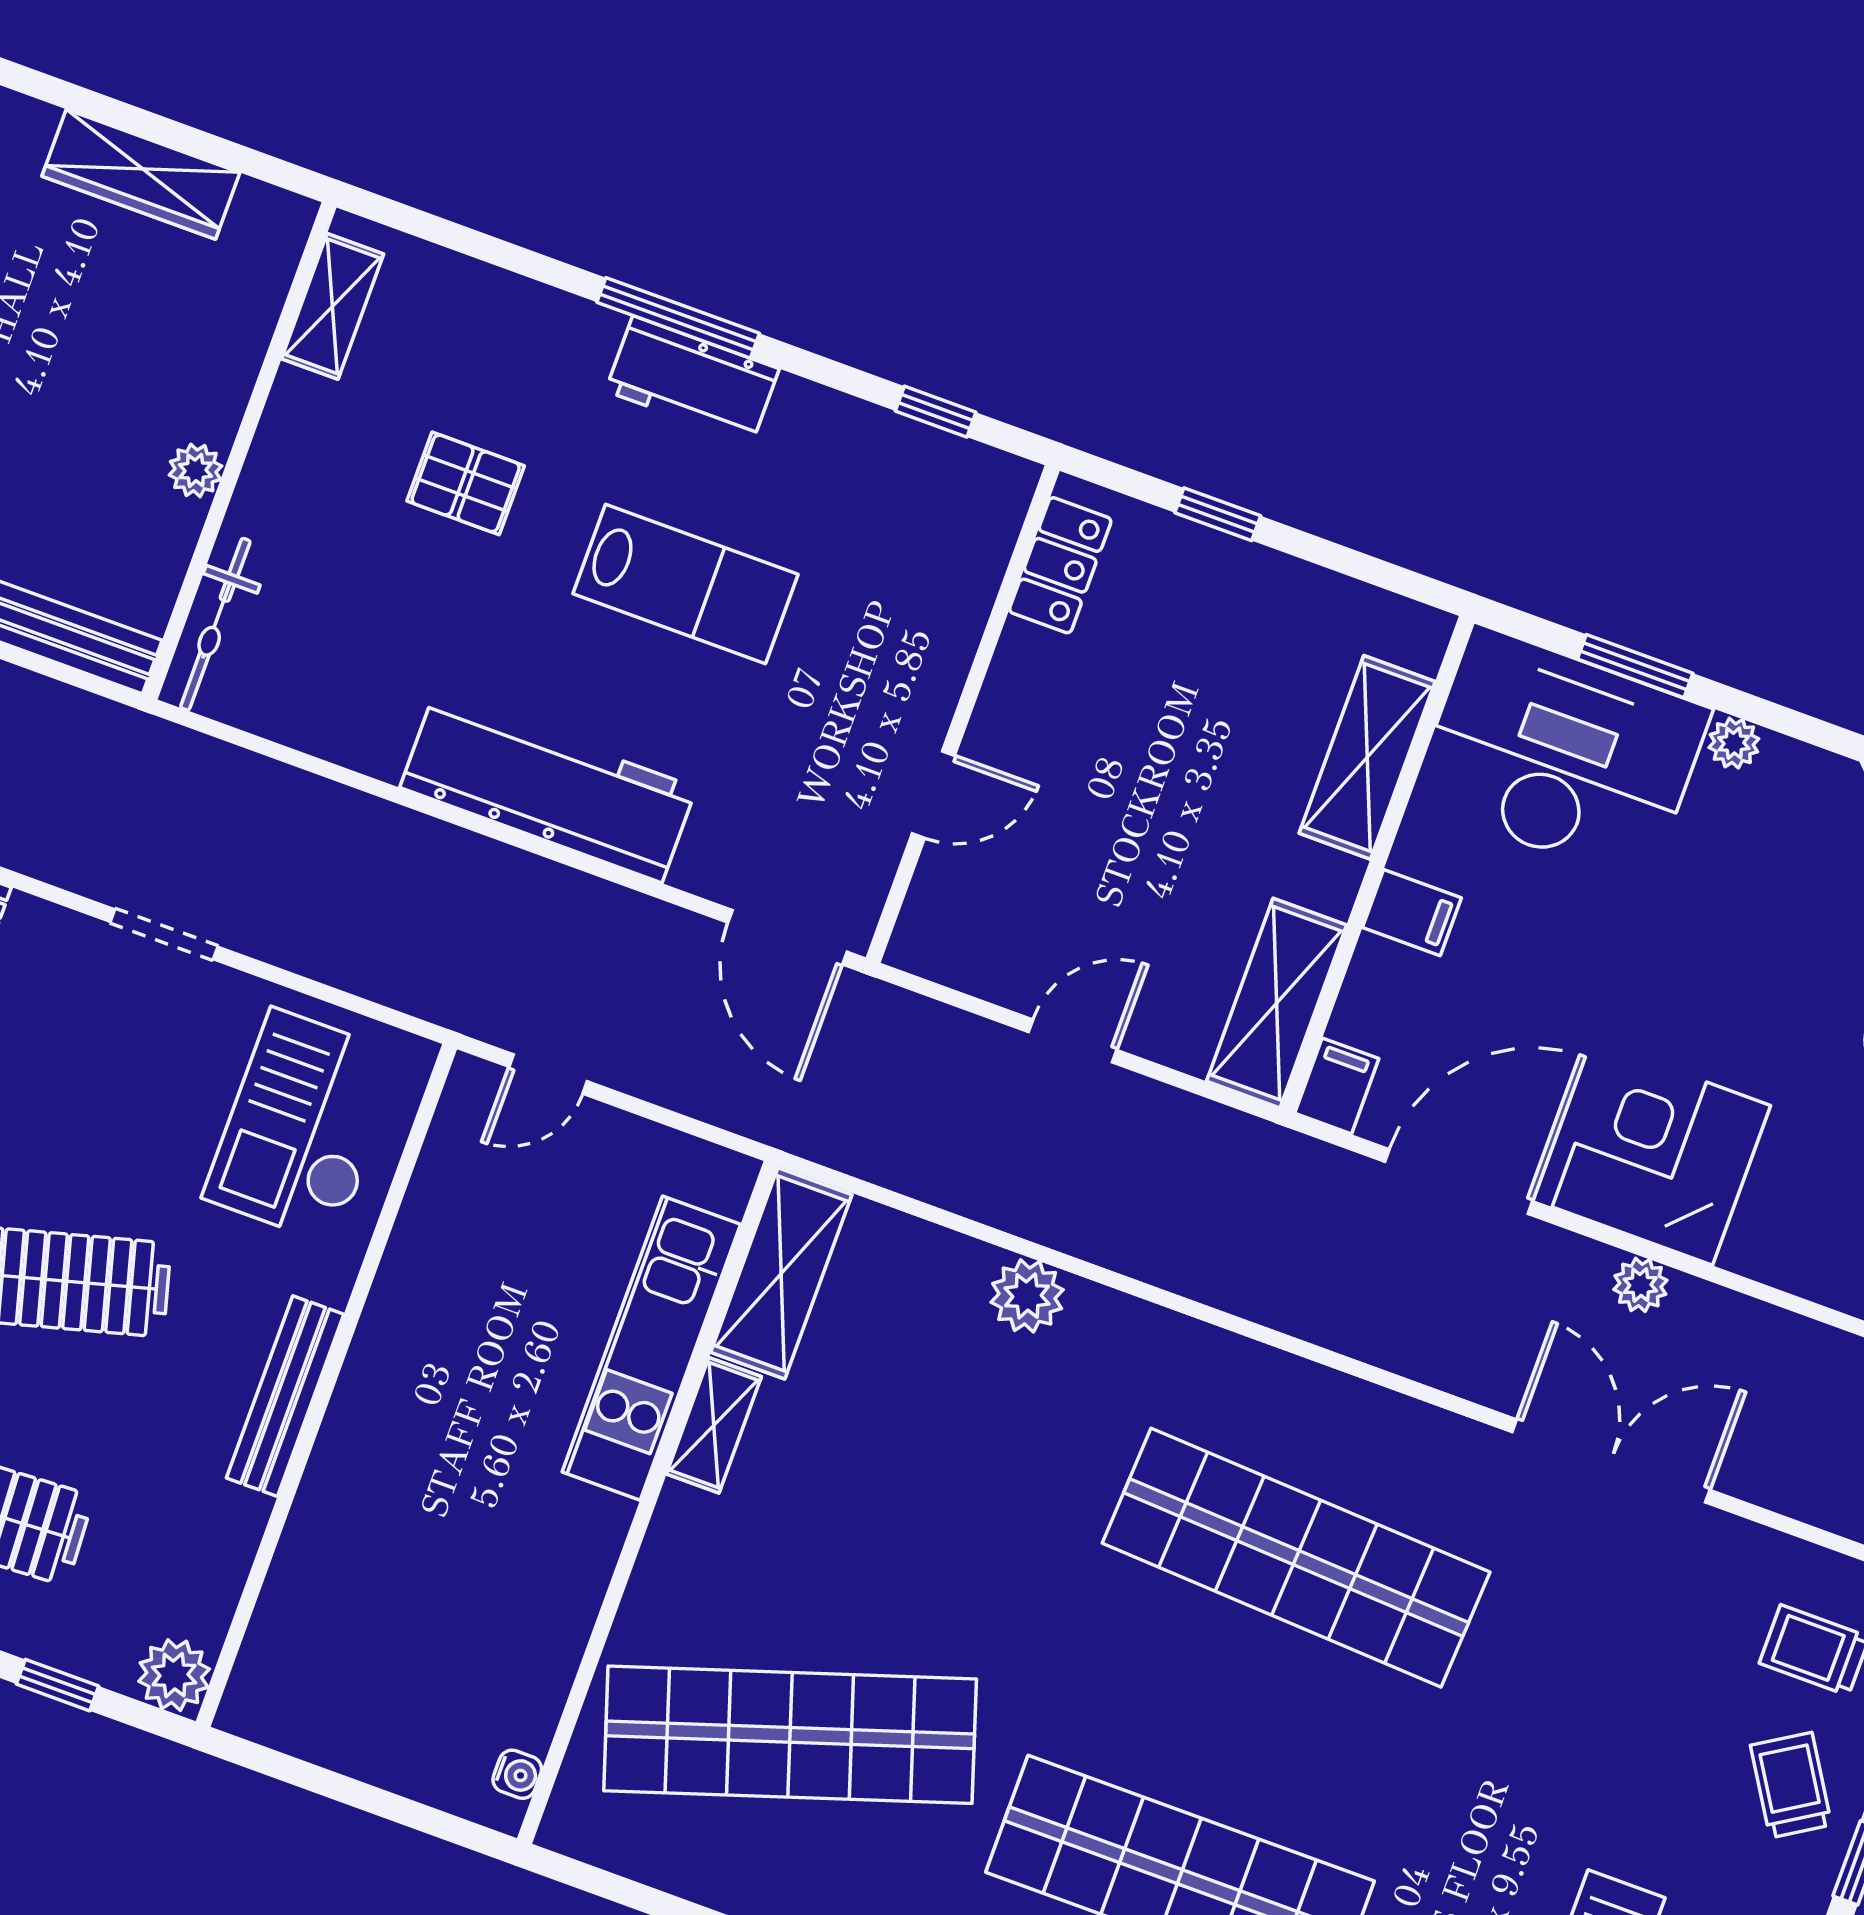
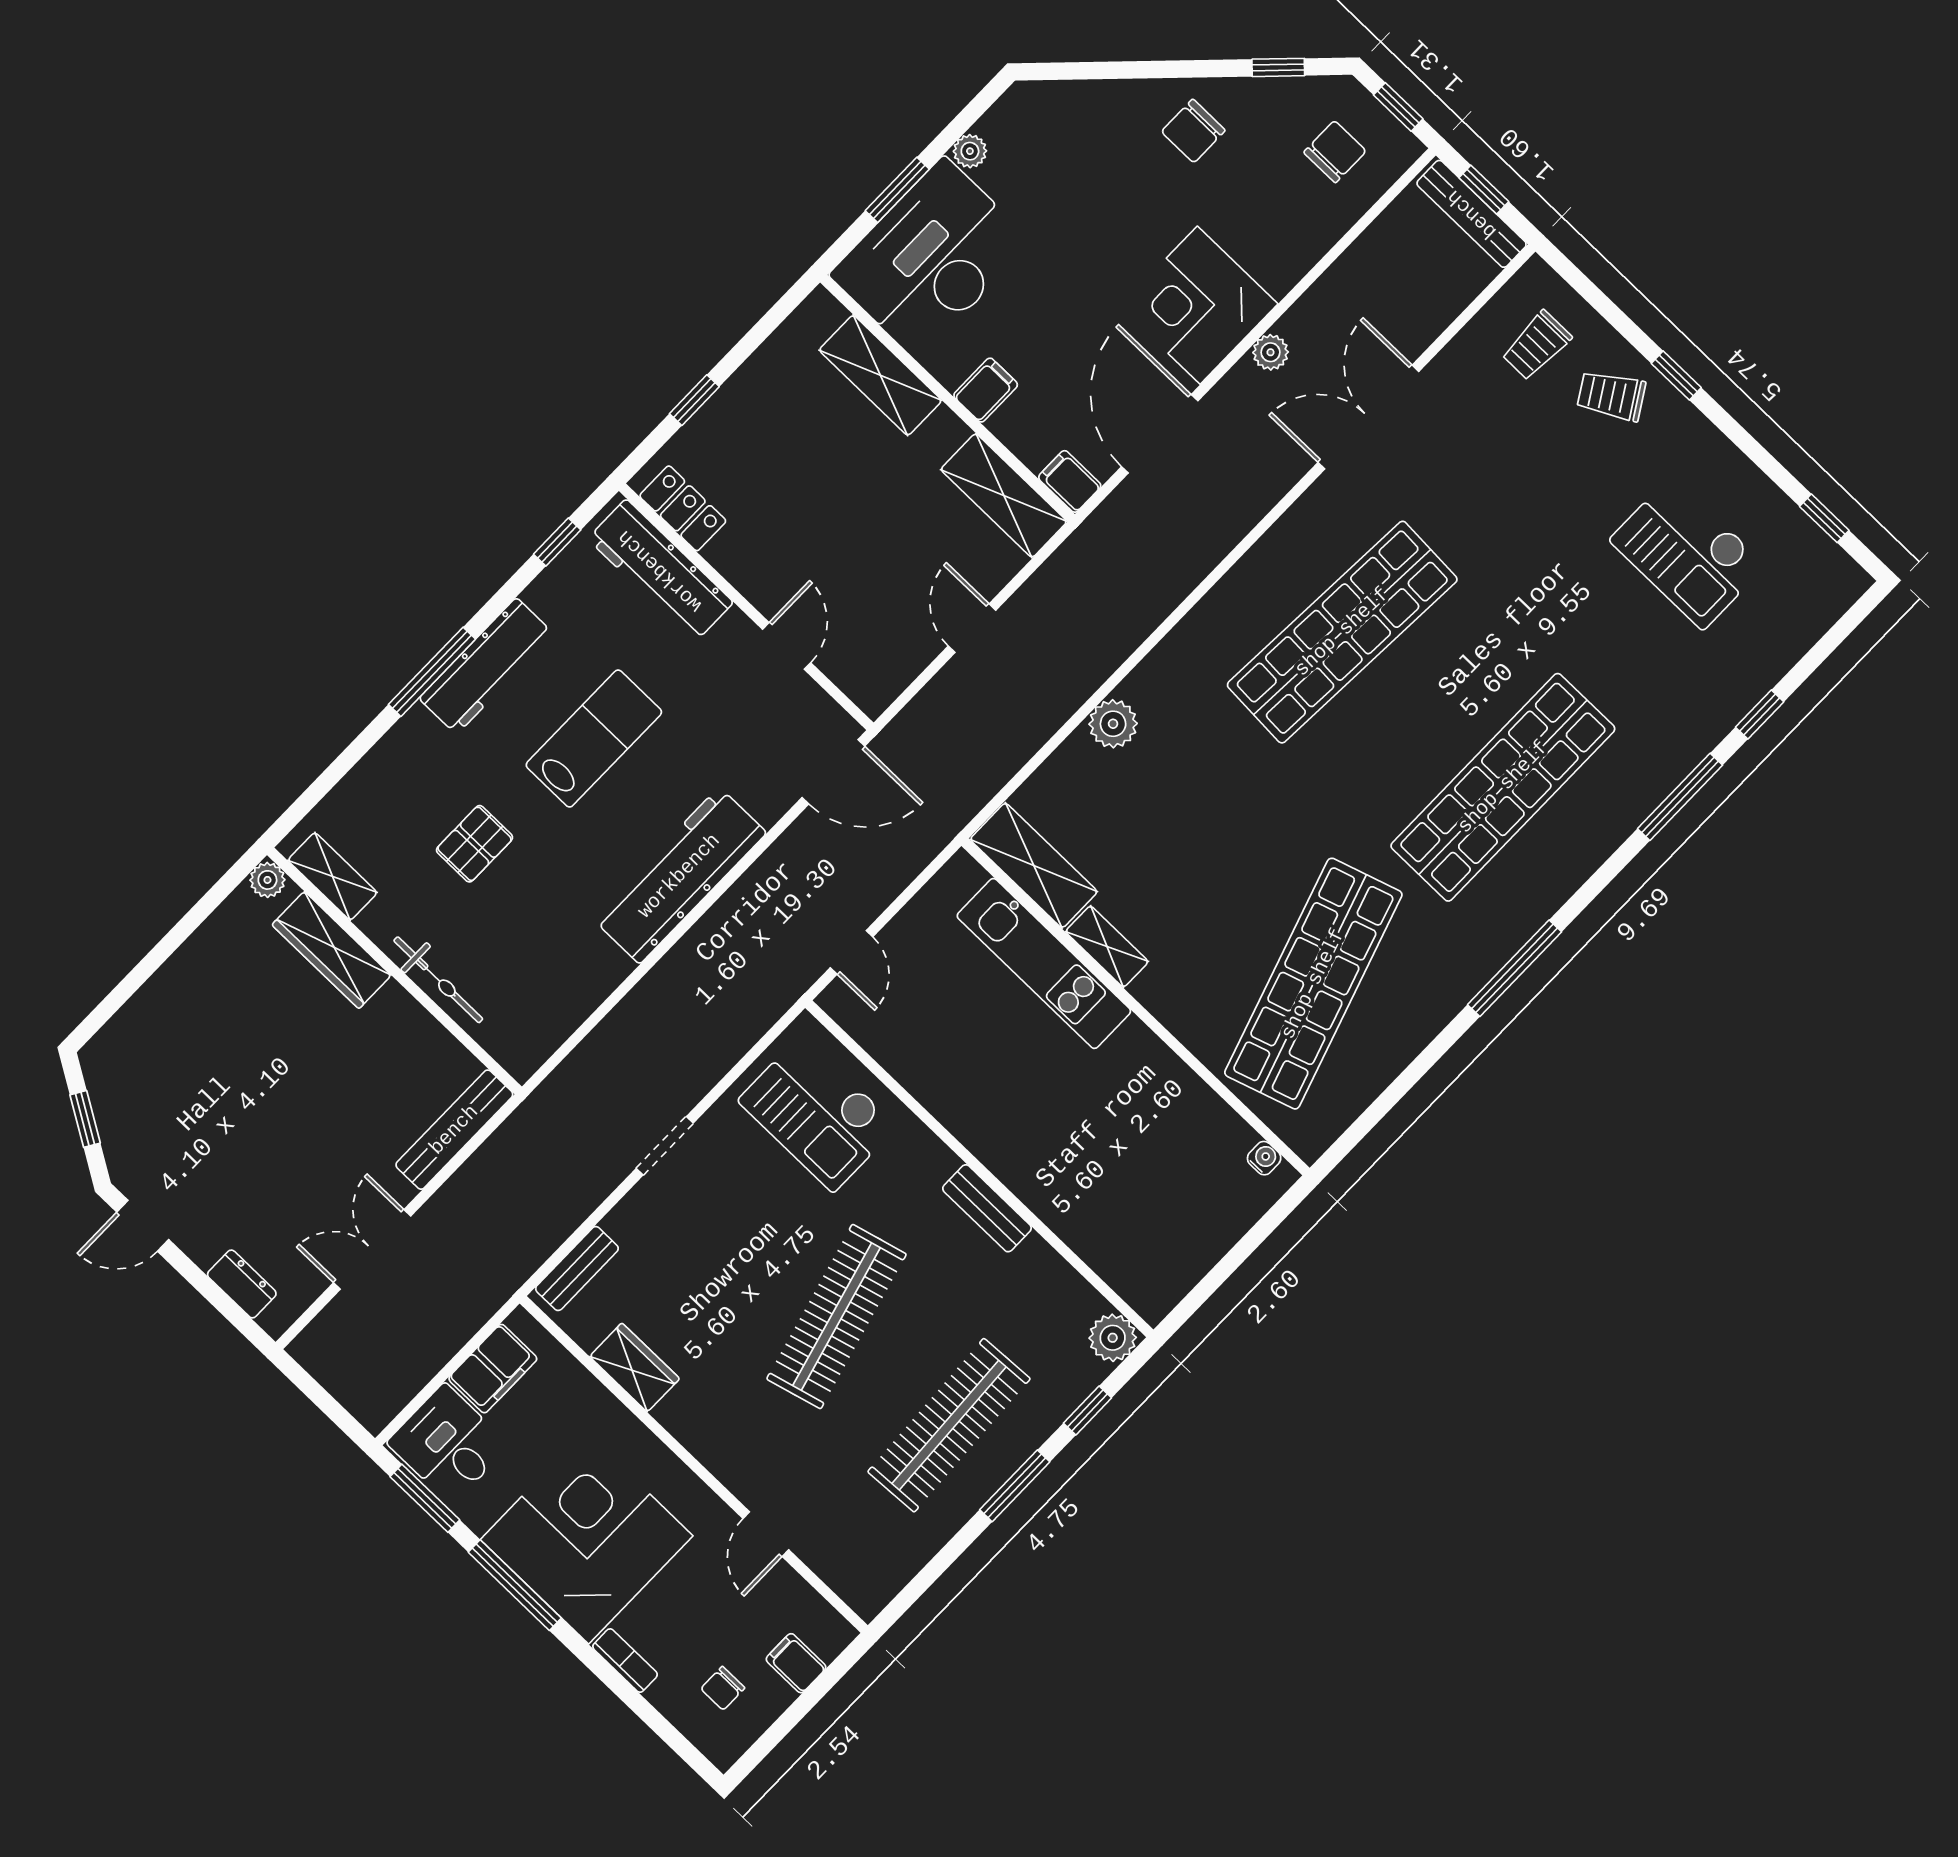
wardrobe: (141, 174) -> (332, 950), moved, turned 90
workbench: (692, 380) -> (486, 666), width x1.38
plant: (195, 470) -> (267, 880), moved
workbench: (960, 573) -> (660, 571), added
bicycle: (215, 624) -> (438, 980), moved
bench: (285, 1396) -> (987, 1208), width x0.73

